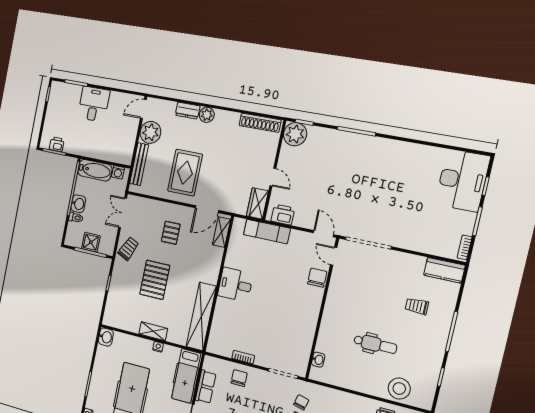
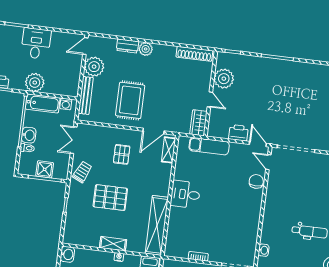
plant: (295, 134) -> (224, 79), moved
plant: (89, 147) -> (35, 83), added
printer: (283, 215) -> (238, 133), moved
pallet: (155, 280) -> (110, 198), turned 90

